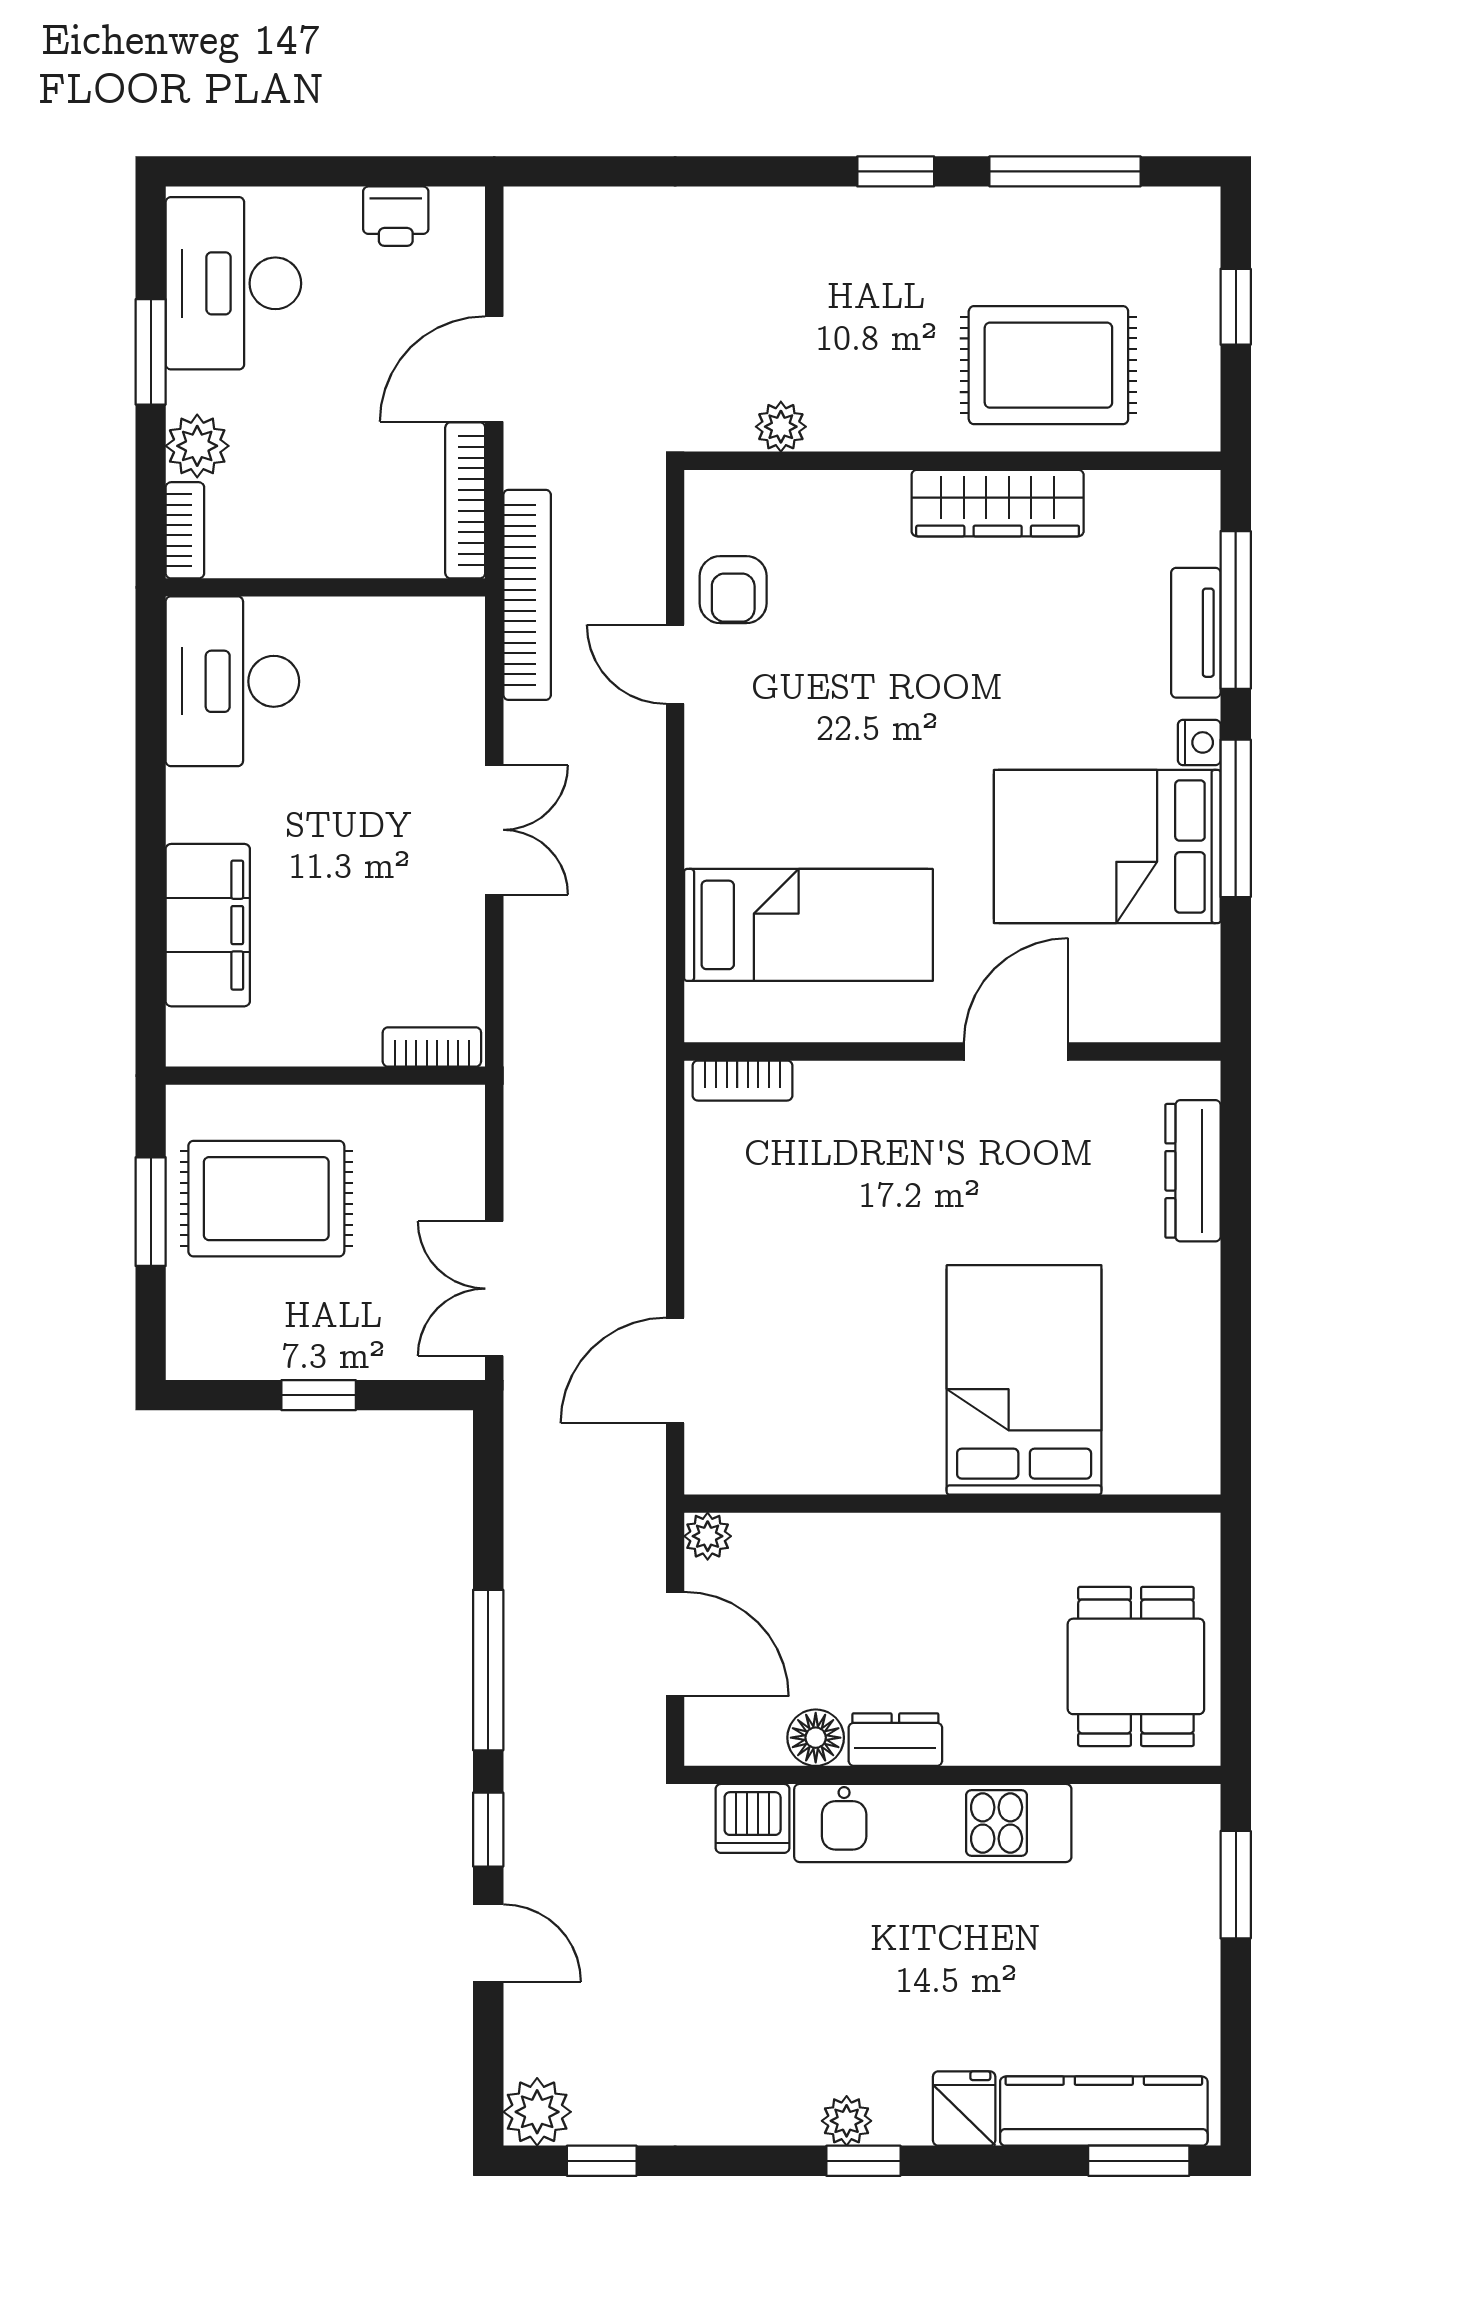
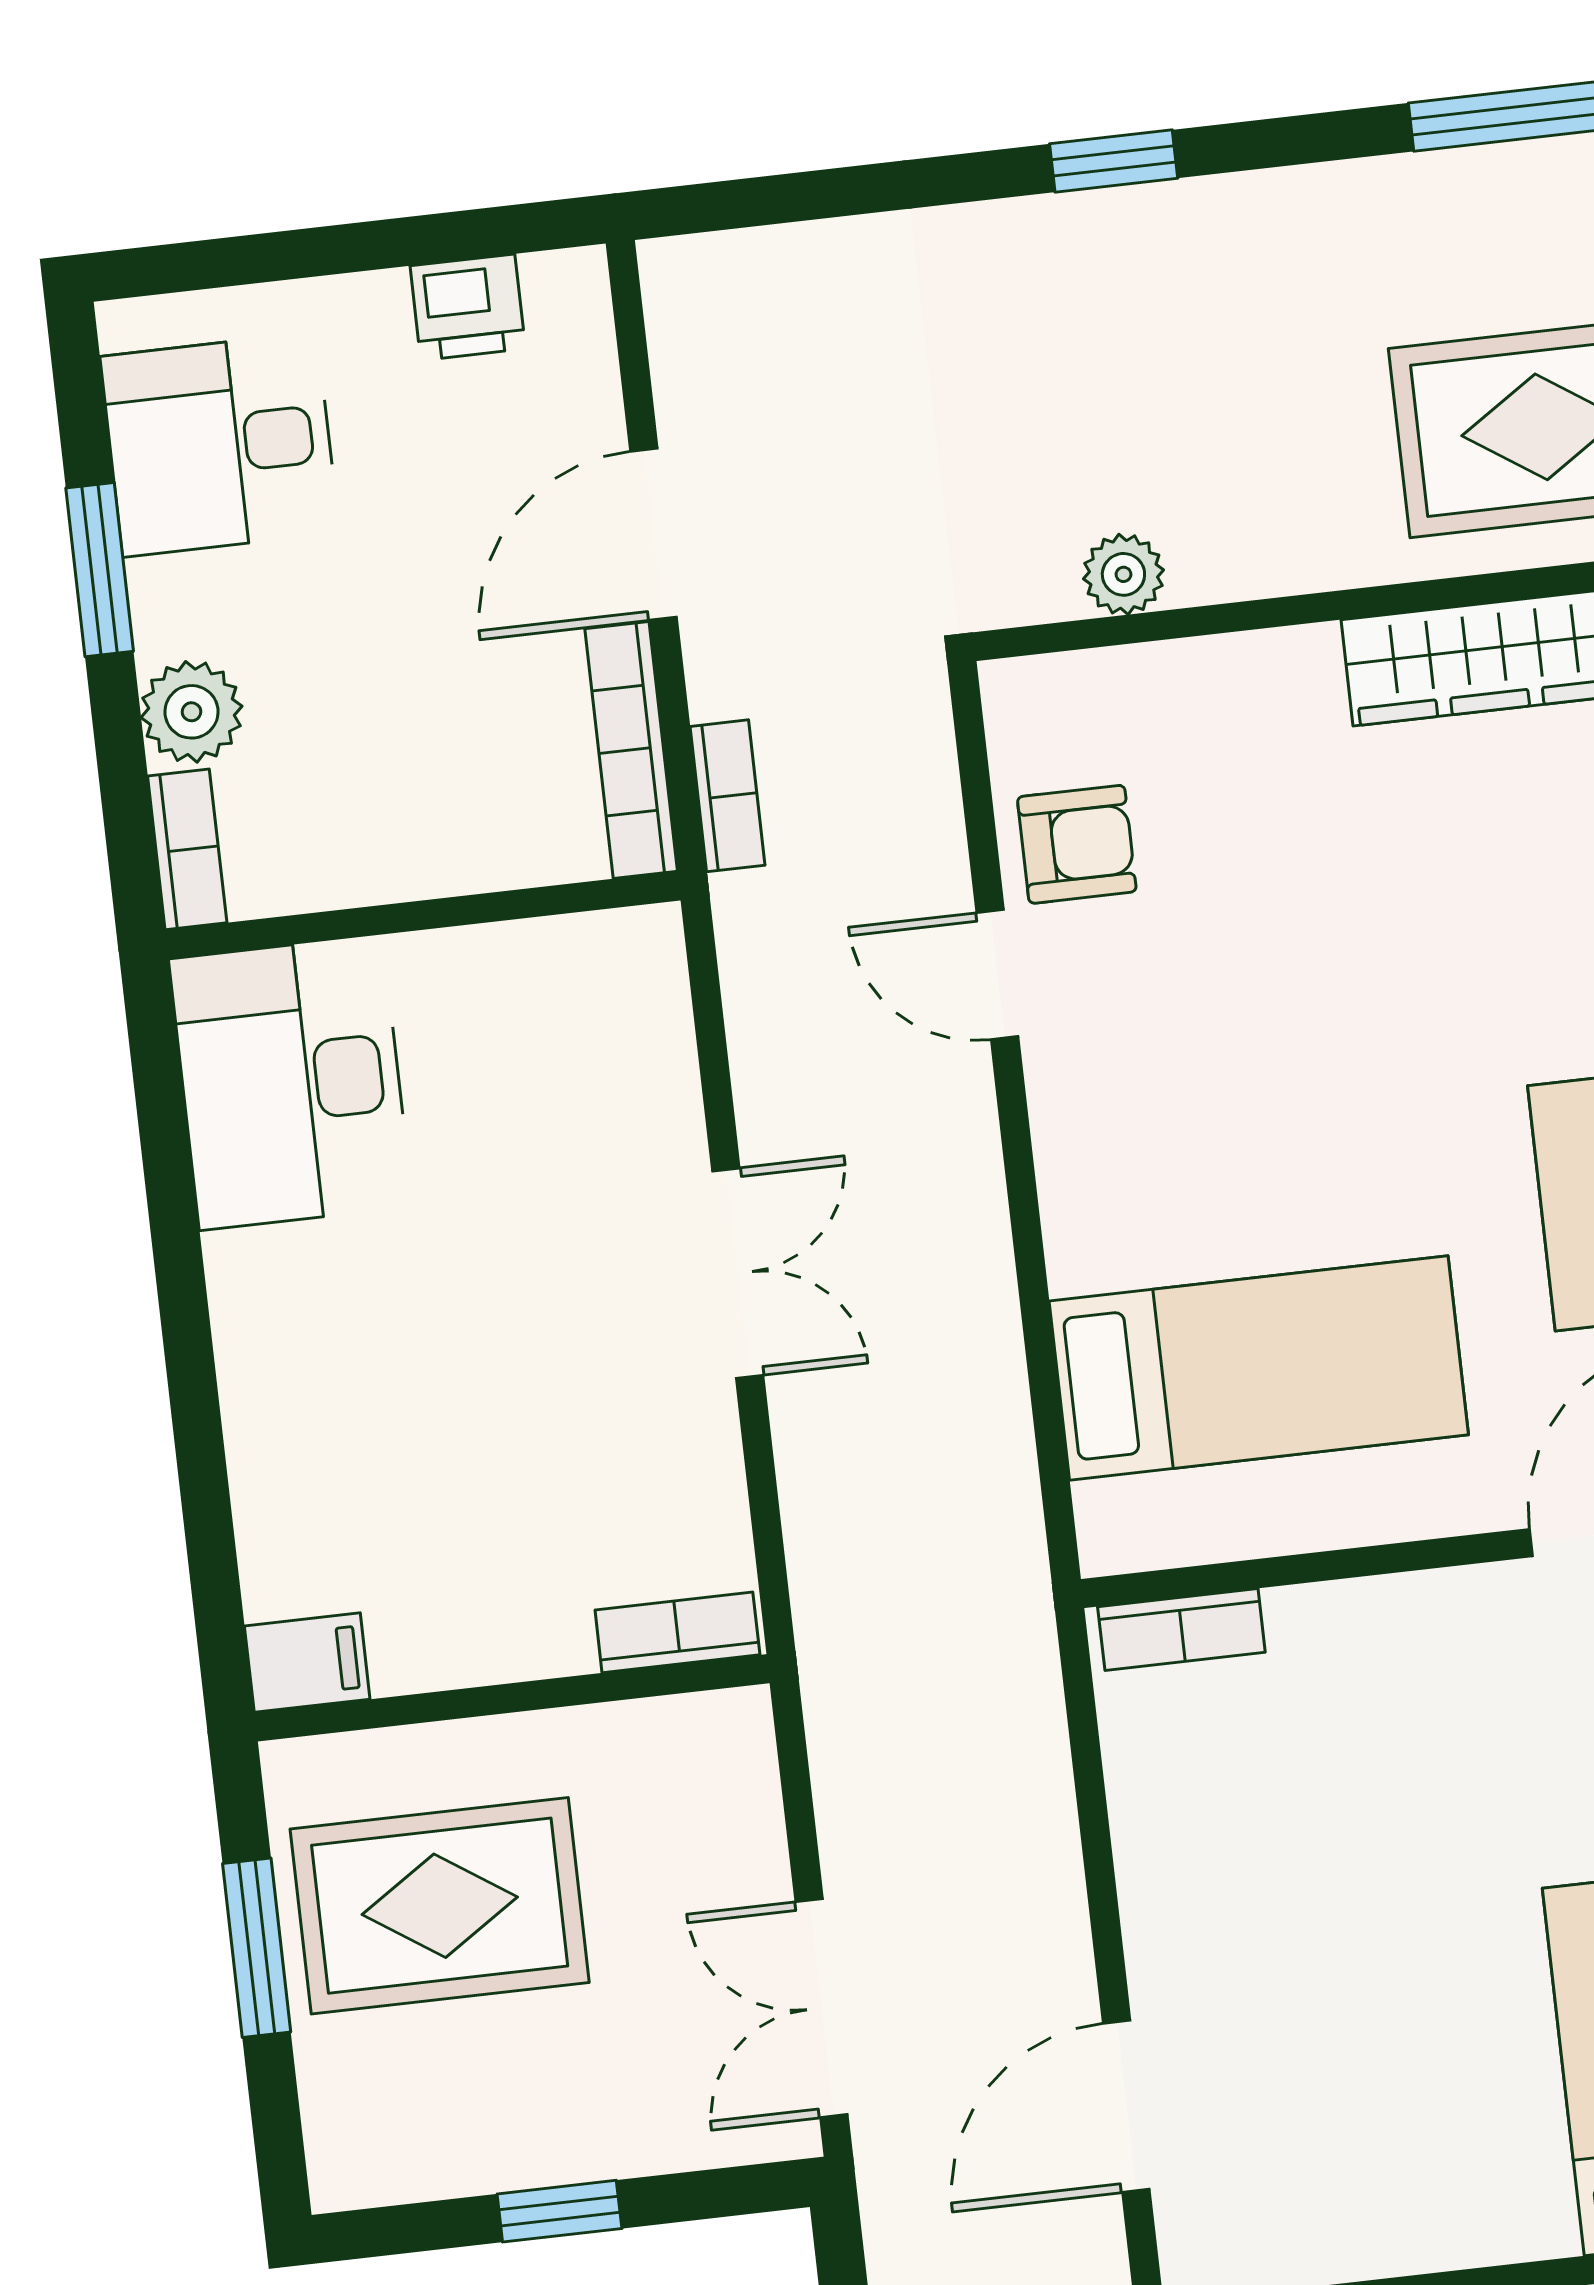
window: (896, 171) -> (1114, 161), moved
desk: (233, 283) -> (220, 445), width x0.73
armchair: (733, 590) -> (1077, 844), turned -90
bookcase: (527, 595) -> (728, 796), width x0.43, depth x0.76
filing cabinet: (208, 925) -> (307, 1663), moved, width x0.33, depth x0.86

